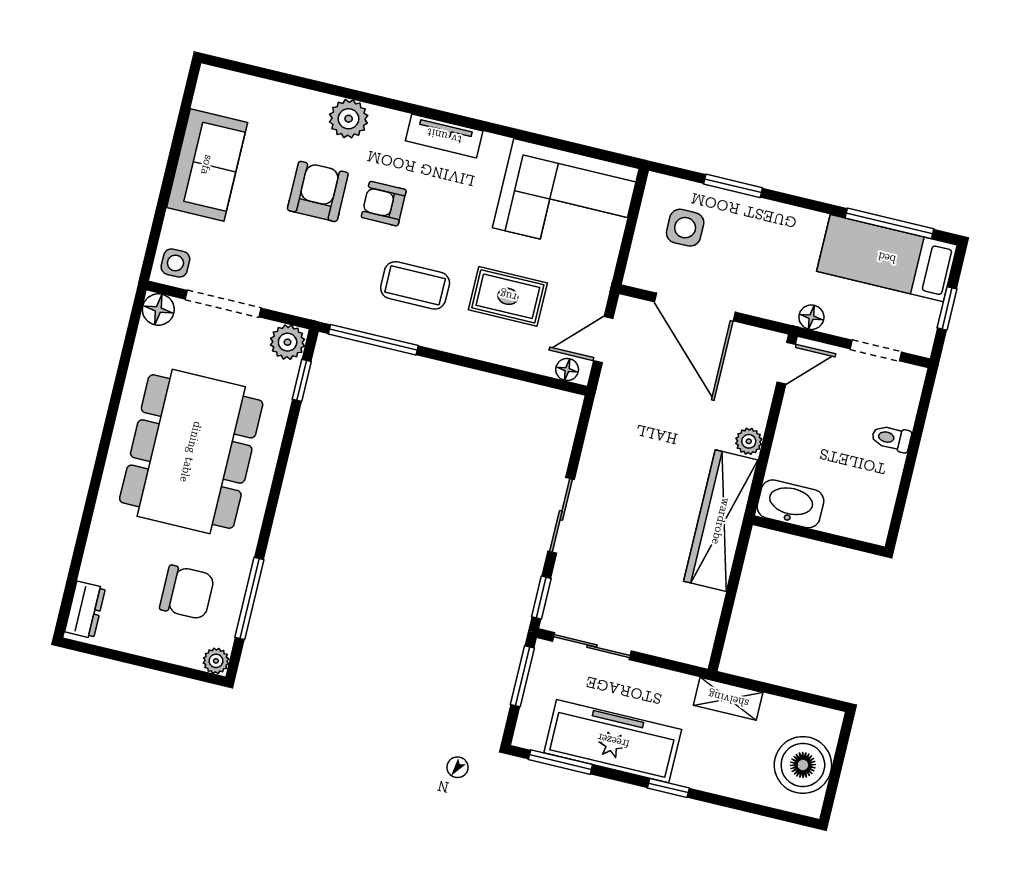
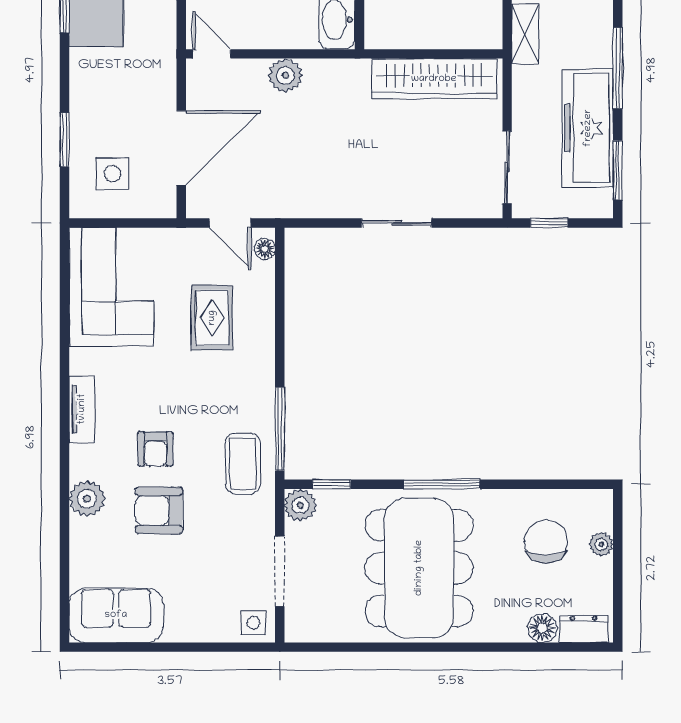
sofa: (207, 165) -> (116, 615), moved
coffee table: (415, 285) -> (243, 463), moved
floor lamp: (158, 309) -> (542, 628), moved
floor lamp: (811, 317) -> (165, 41), removed
plant: (749, 441) -> (285, 75), width x1.38, depth x1.38
dining table: (191, 452) -> (419, 568), turned 90
wardrobe: (721, 521) -> (434, 79), moved
window: (249, 598) -> (442, 484), moved
window: (541, 598) -> (475, 223), removed
plant: (216, 661) -> (601, 544), moved
window: (522, 676) -> (549, 223), width x0.67
window: (668, 788) -> (618, 68), width x2.17

